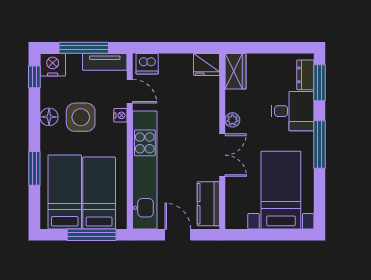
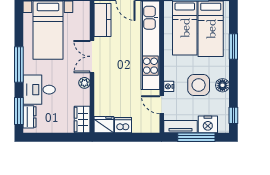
dishwasher: (147, 64) -> (123, 125), moved
nightstand: (53, 65) -> (208, 124), moved

